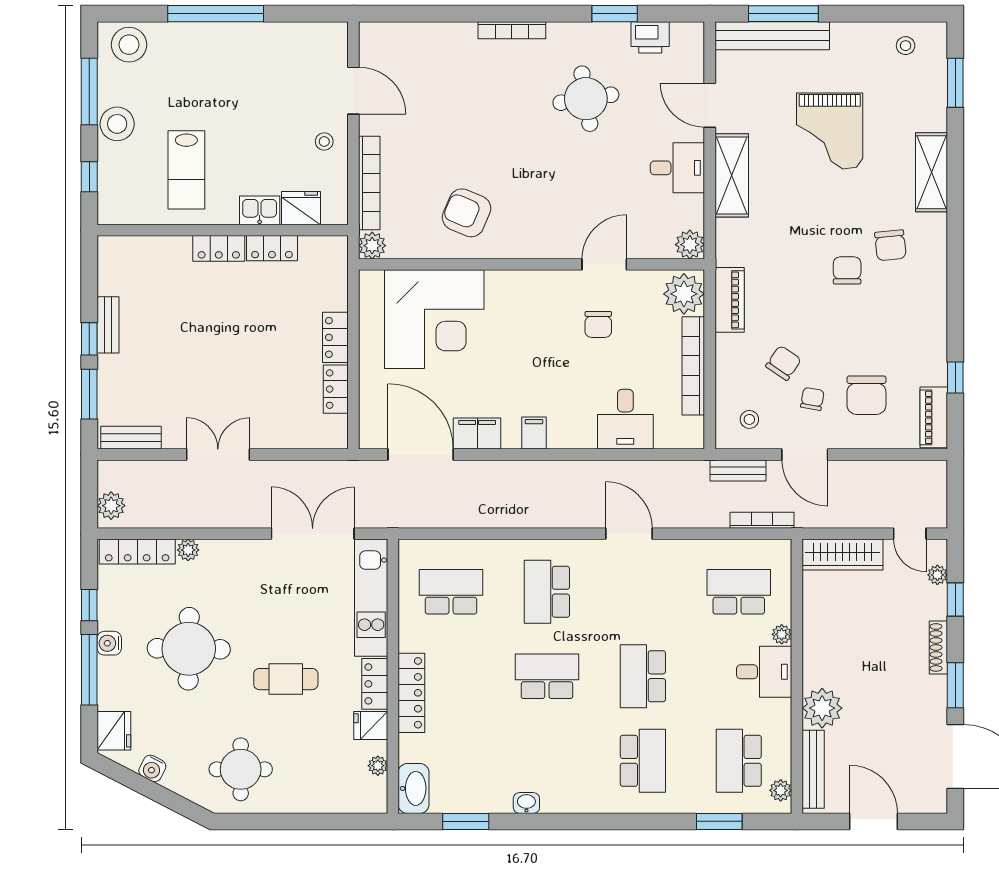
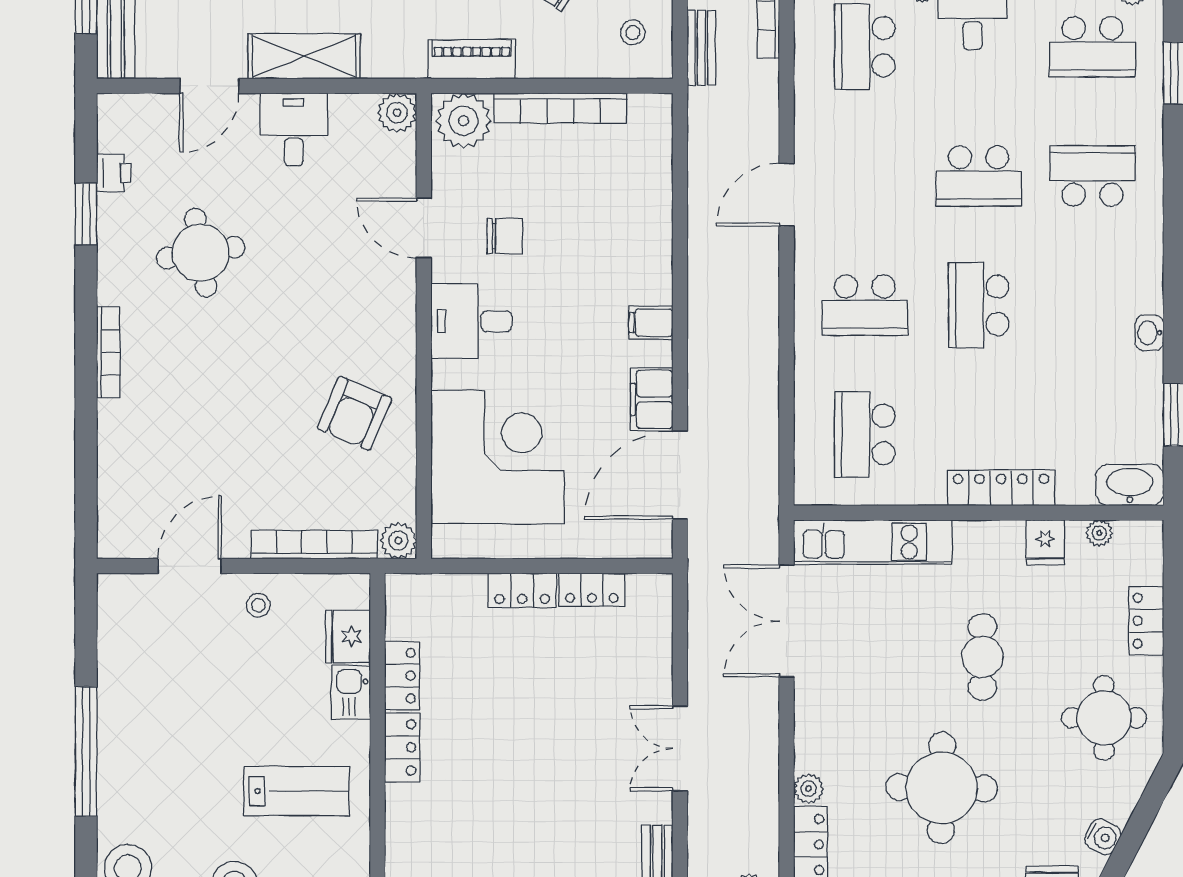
printer: (650, 37) -> (114, 173), width x0.73, depth x0.81
desk: (625, 419) -> (471, 321), moved, turned 180
locker: (375, 684) -> (1146, 621), moved, turned 90

